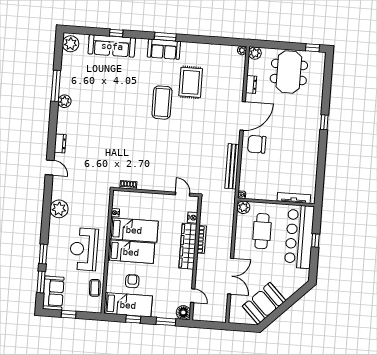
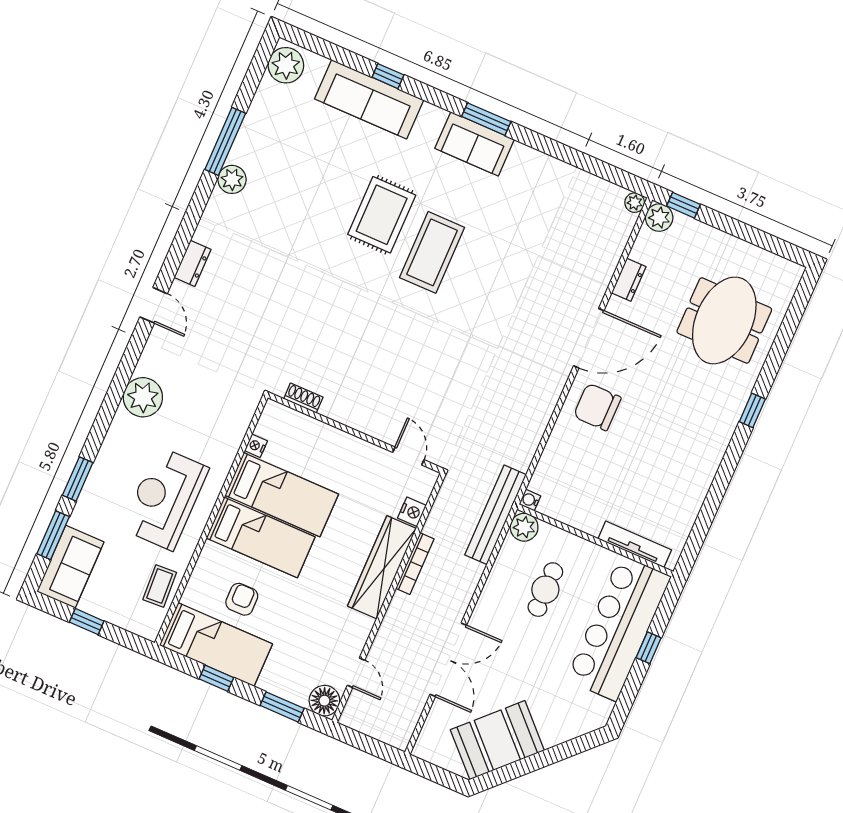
window: (312, 48) -> (683, 205), moved
meeting table: (289, 72) -> (724, 320), moved
rug: (191, 82) -> (382, 215), moved
bench: (232, 166) -> (496, 515), moved
cafe table: (262, 231) -> (545, 590), width x0.73, depth x0.74

